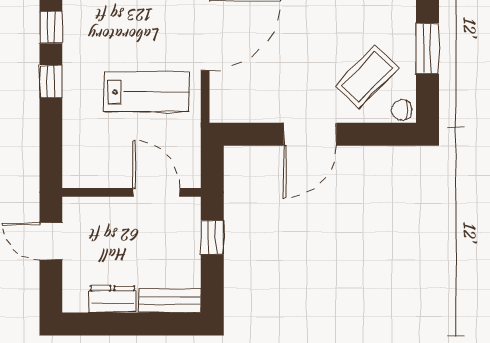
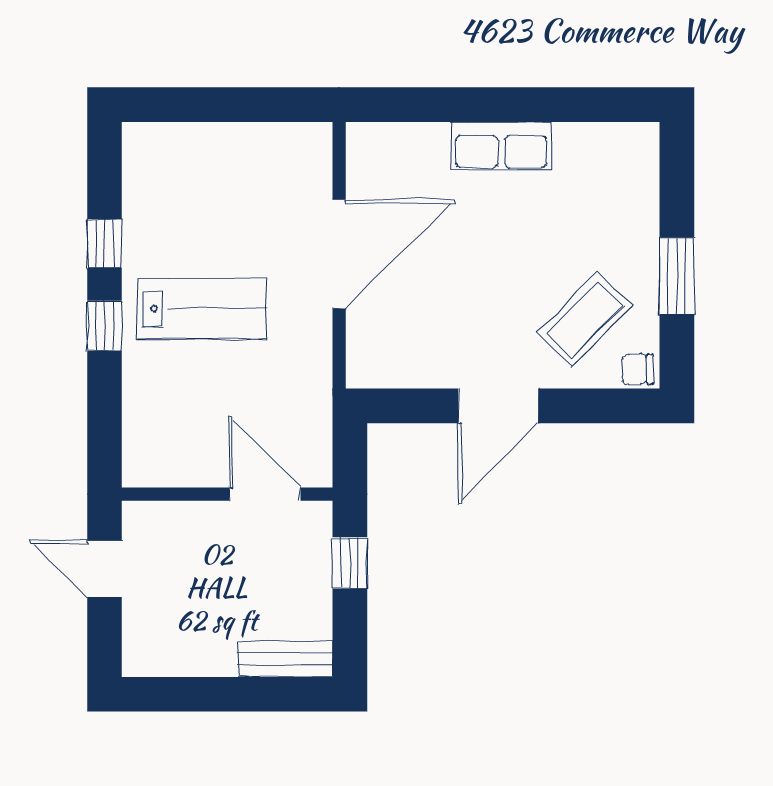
lab bench: (147, 92) -> (202, 308), moved
dresser: (113, 299) -> (198, 657), removed

